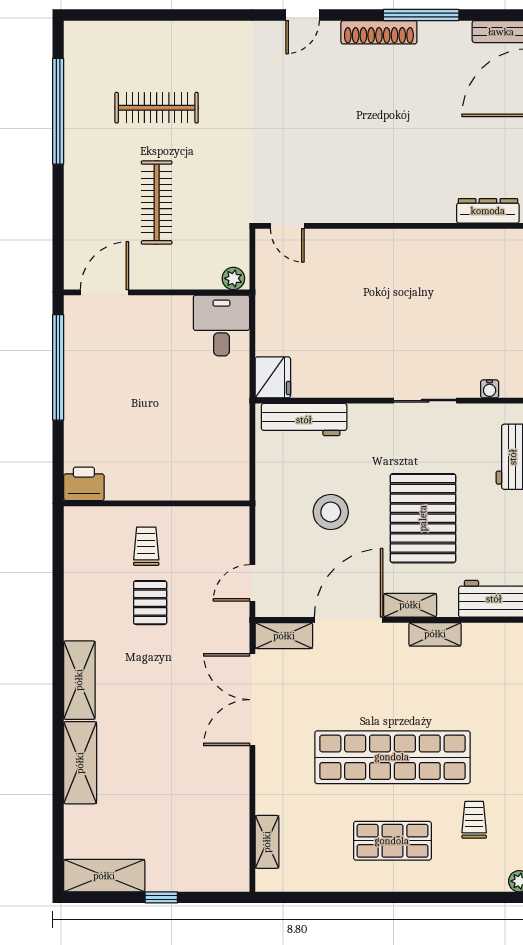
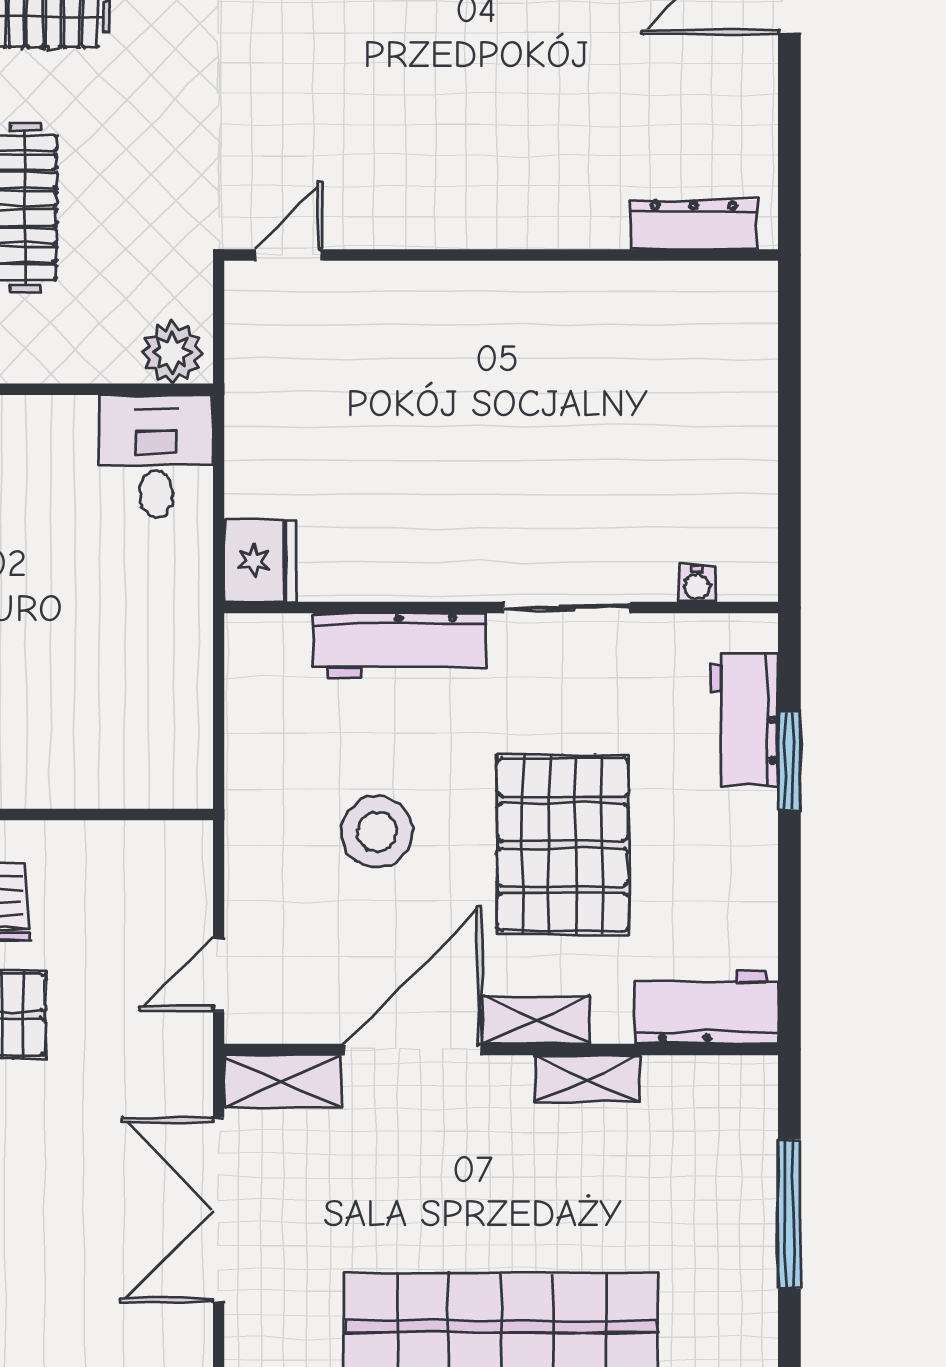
door: (287, 226) -> (289, 255), swing flipped
plant: (233, 278) -> (172, 353), width x1.38, depth x1.38
workbench: (304, 420) -> (399, 645), moved

